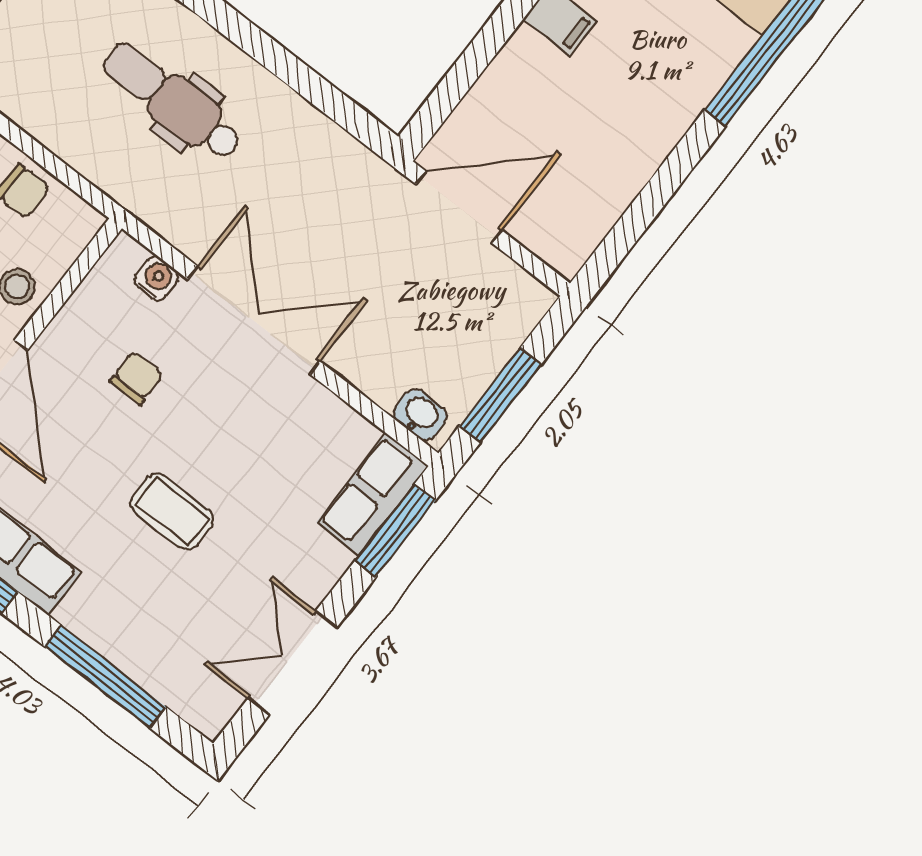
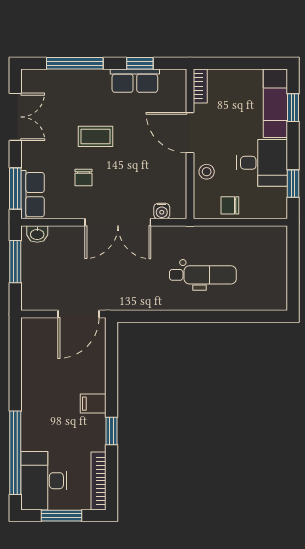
chair: (137, 378) -> (84, 178), moved

